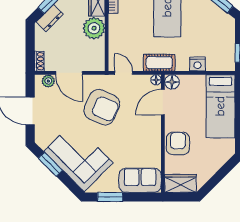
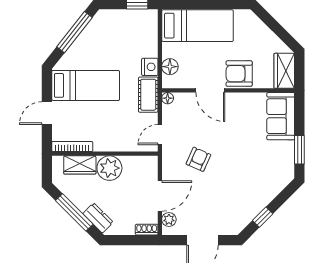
nightstand: (197, 64) -> (150, 67), moved
floor lamp: (172, 82) -> (170, 67), moved
door: (163, 102) -> (210, 90), moved
armchair: (102, 107) -> (198, 159), width x0.53, depth x0.53
corner sofa: (78, 157) -> (255, 186), removed
window: (50, 164) -> (263, 217), width x0.67

